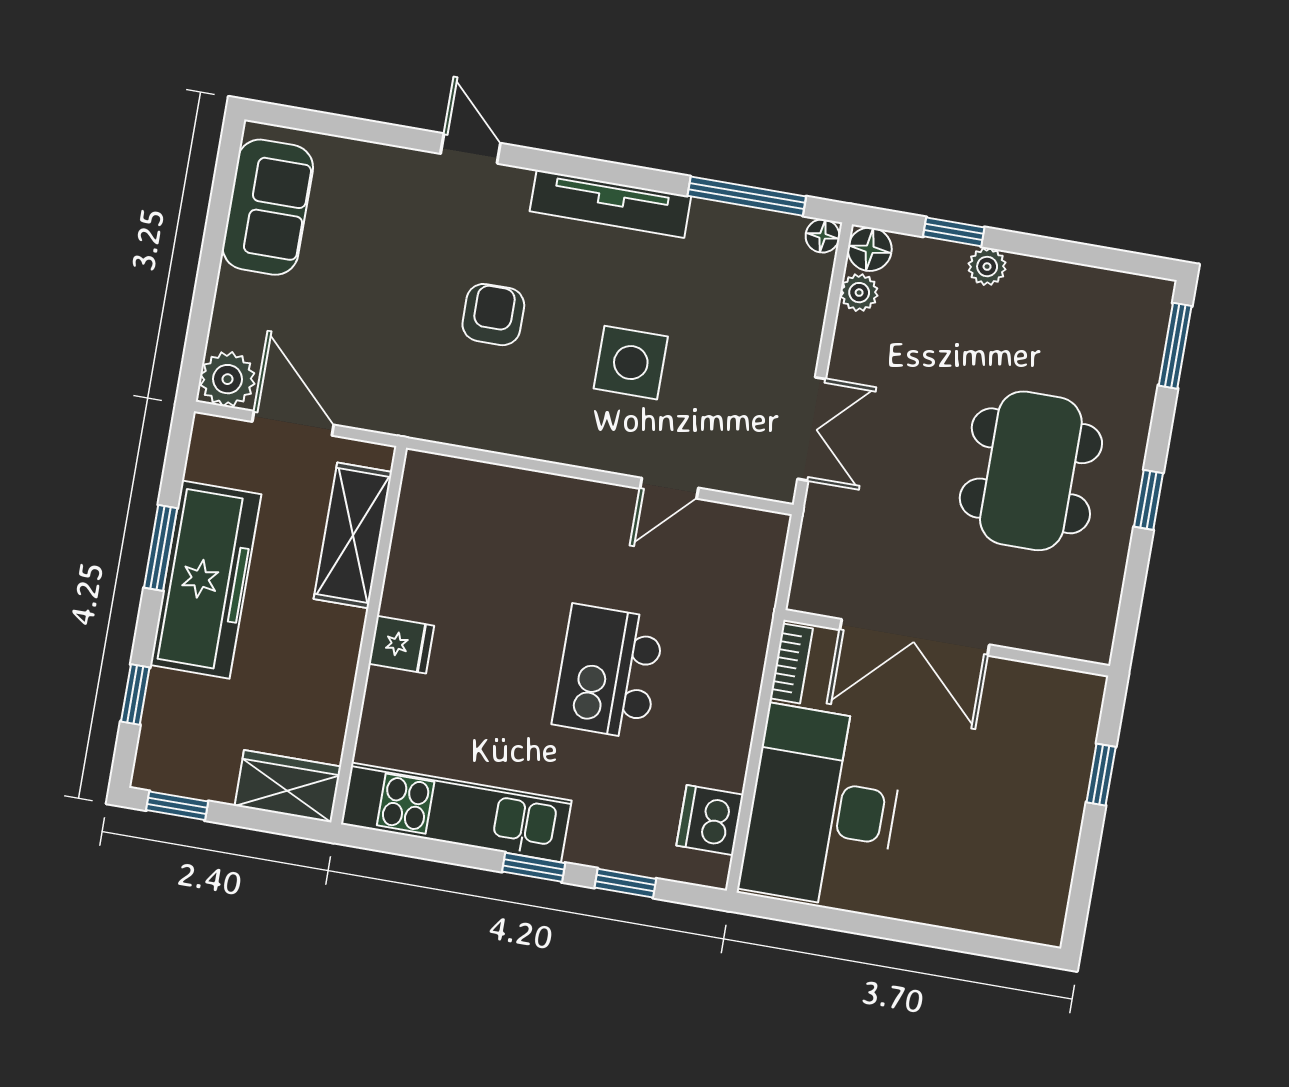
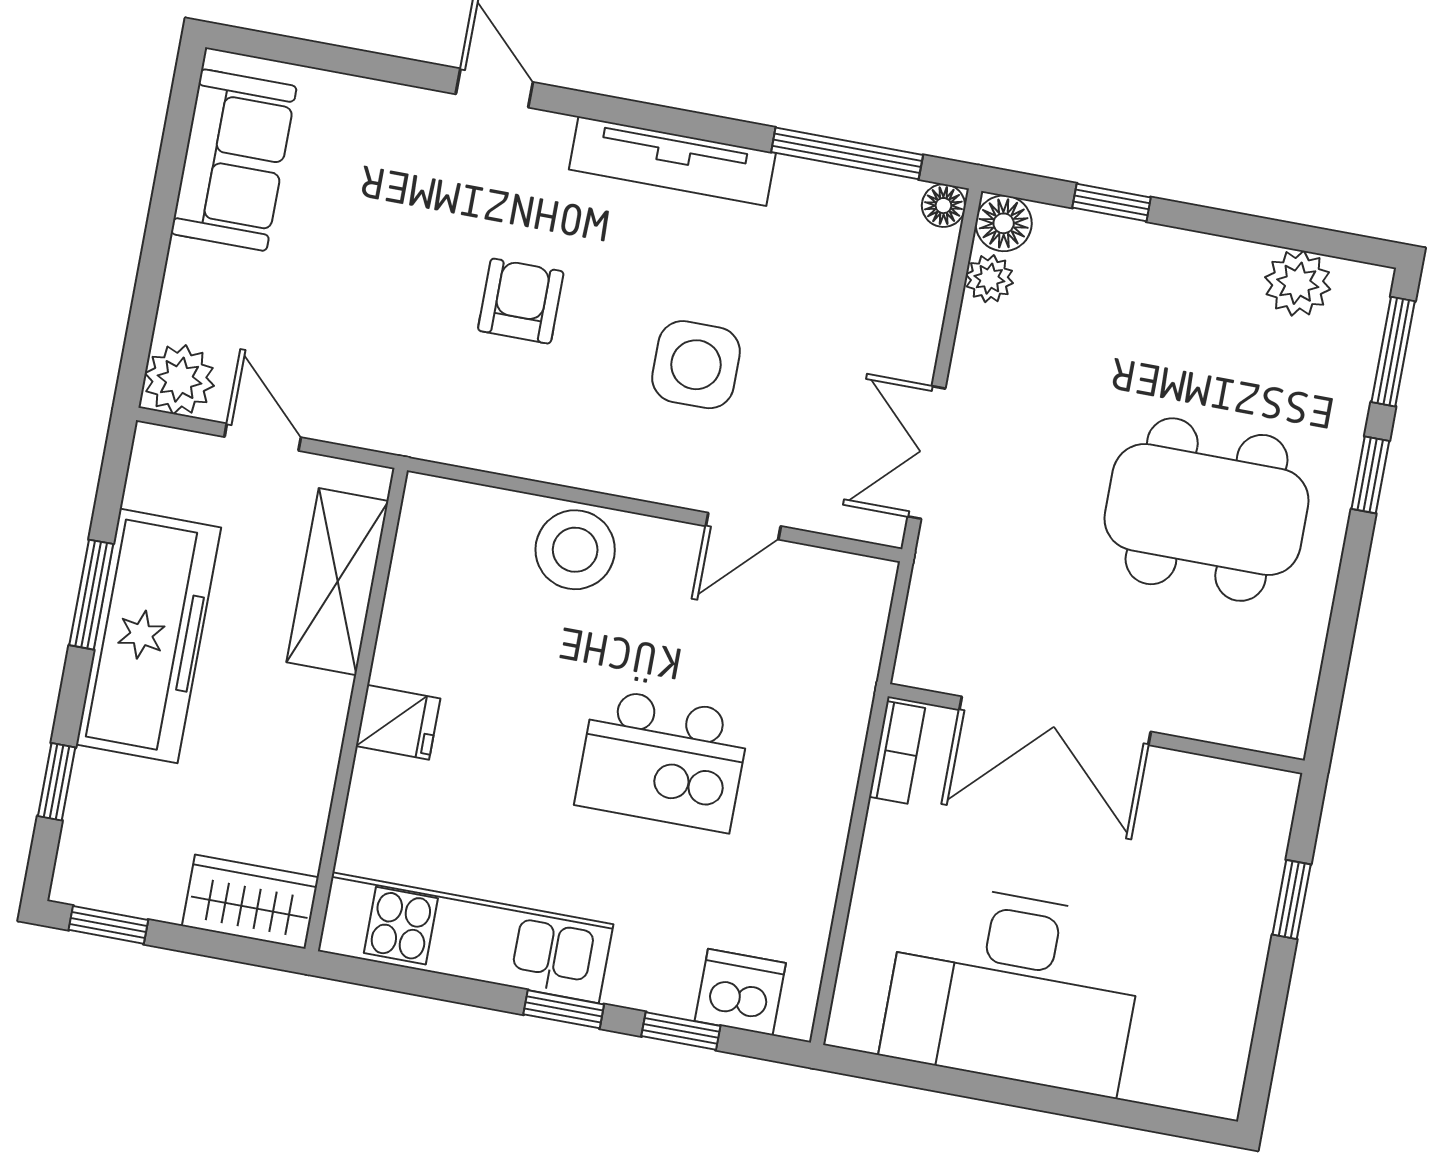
plant: (987, 267) -> (1298, 283), moved, width x1.38, depth x1.38
door: (293, 423) -> (263, 437), width x0.73
double door: (812, 429) -> (926, 452), swing flipped
dining table: (1031, 471) -> (1207, 510), turned 90
window: (1149, 500) -> (1370, 475), moved
stool: (538, 508) -> (575, 550), added
kitchen island: (608, 672) -> (663, 760), turned -90
desk: (823, 807) -> (1014, 988), moved, turned -90
dishwasher: (710, 820) -> (740, 992), moved, turned 90

